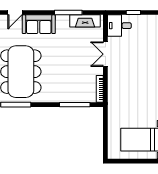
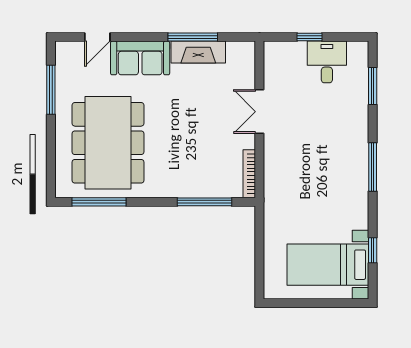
fireplace: (85, 21) -> (198, 52), moved
desk: (119, 26) -> (327, 62), moved, turned 90

